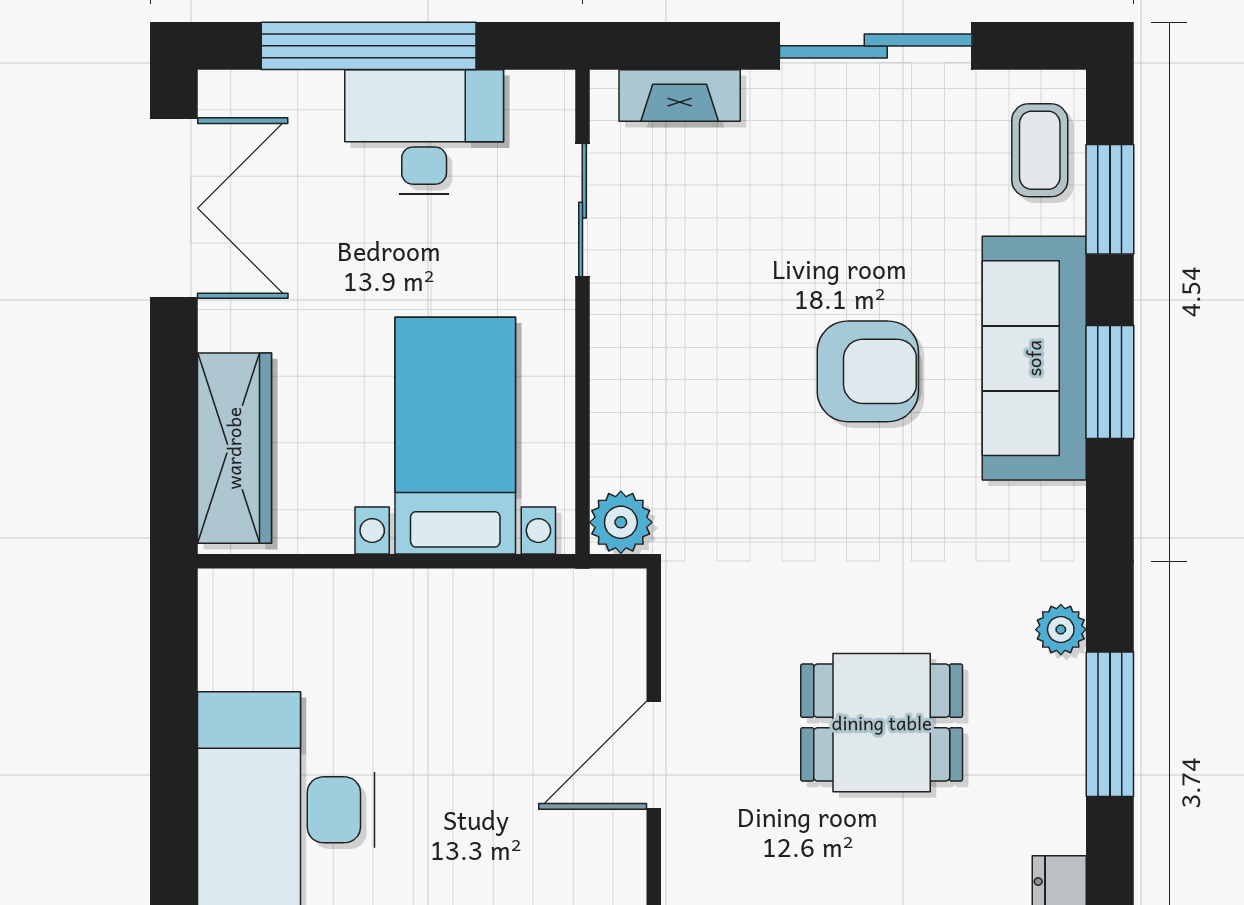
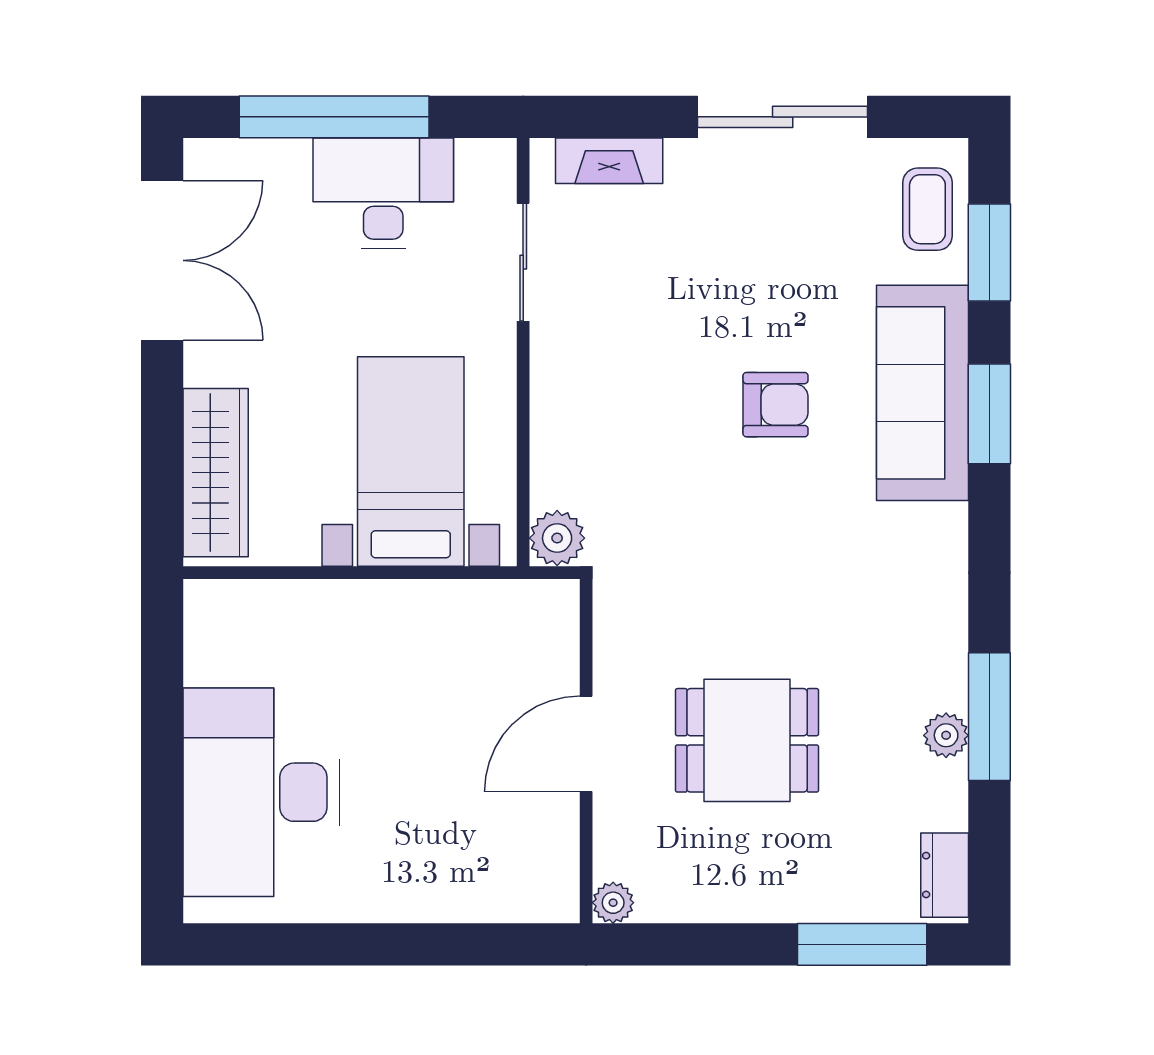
armchair: (868, 371) -> (775, 405), width x0.72, depth x0.72
plant: (1061, 630) -> (946, 735), moved
dining table: (882, 723) -> (747, 740), moved

